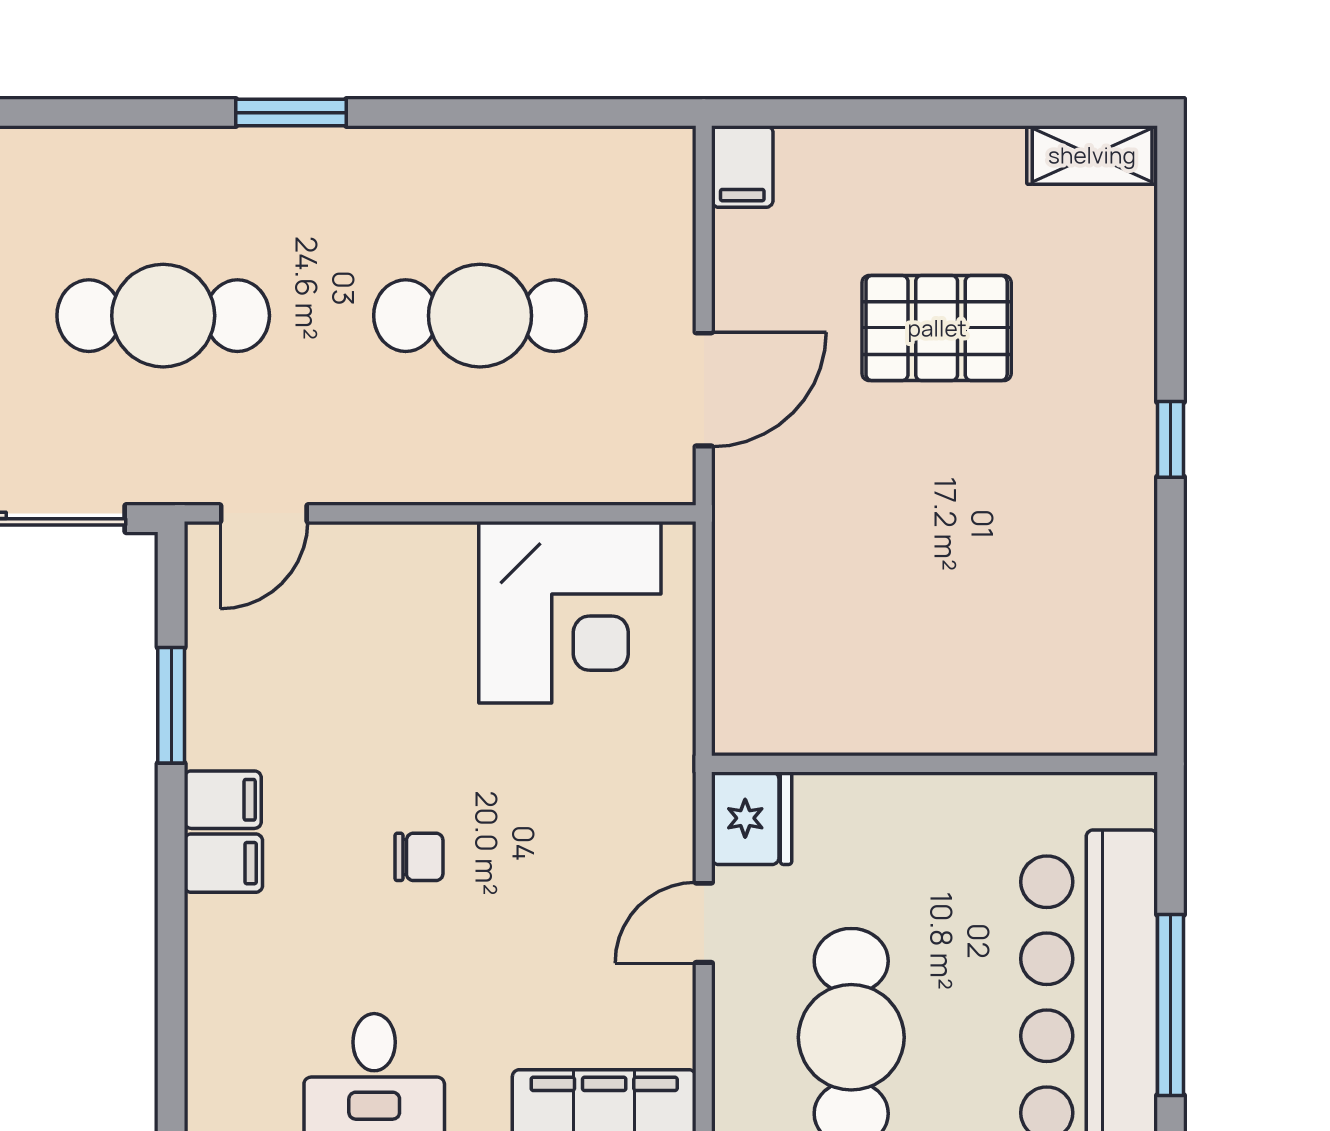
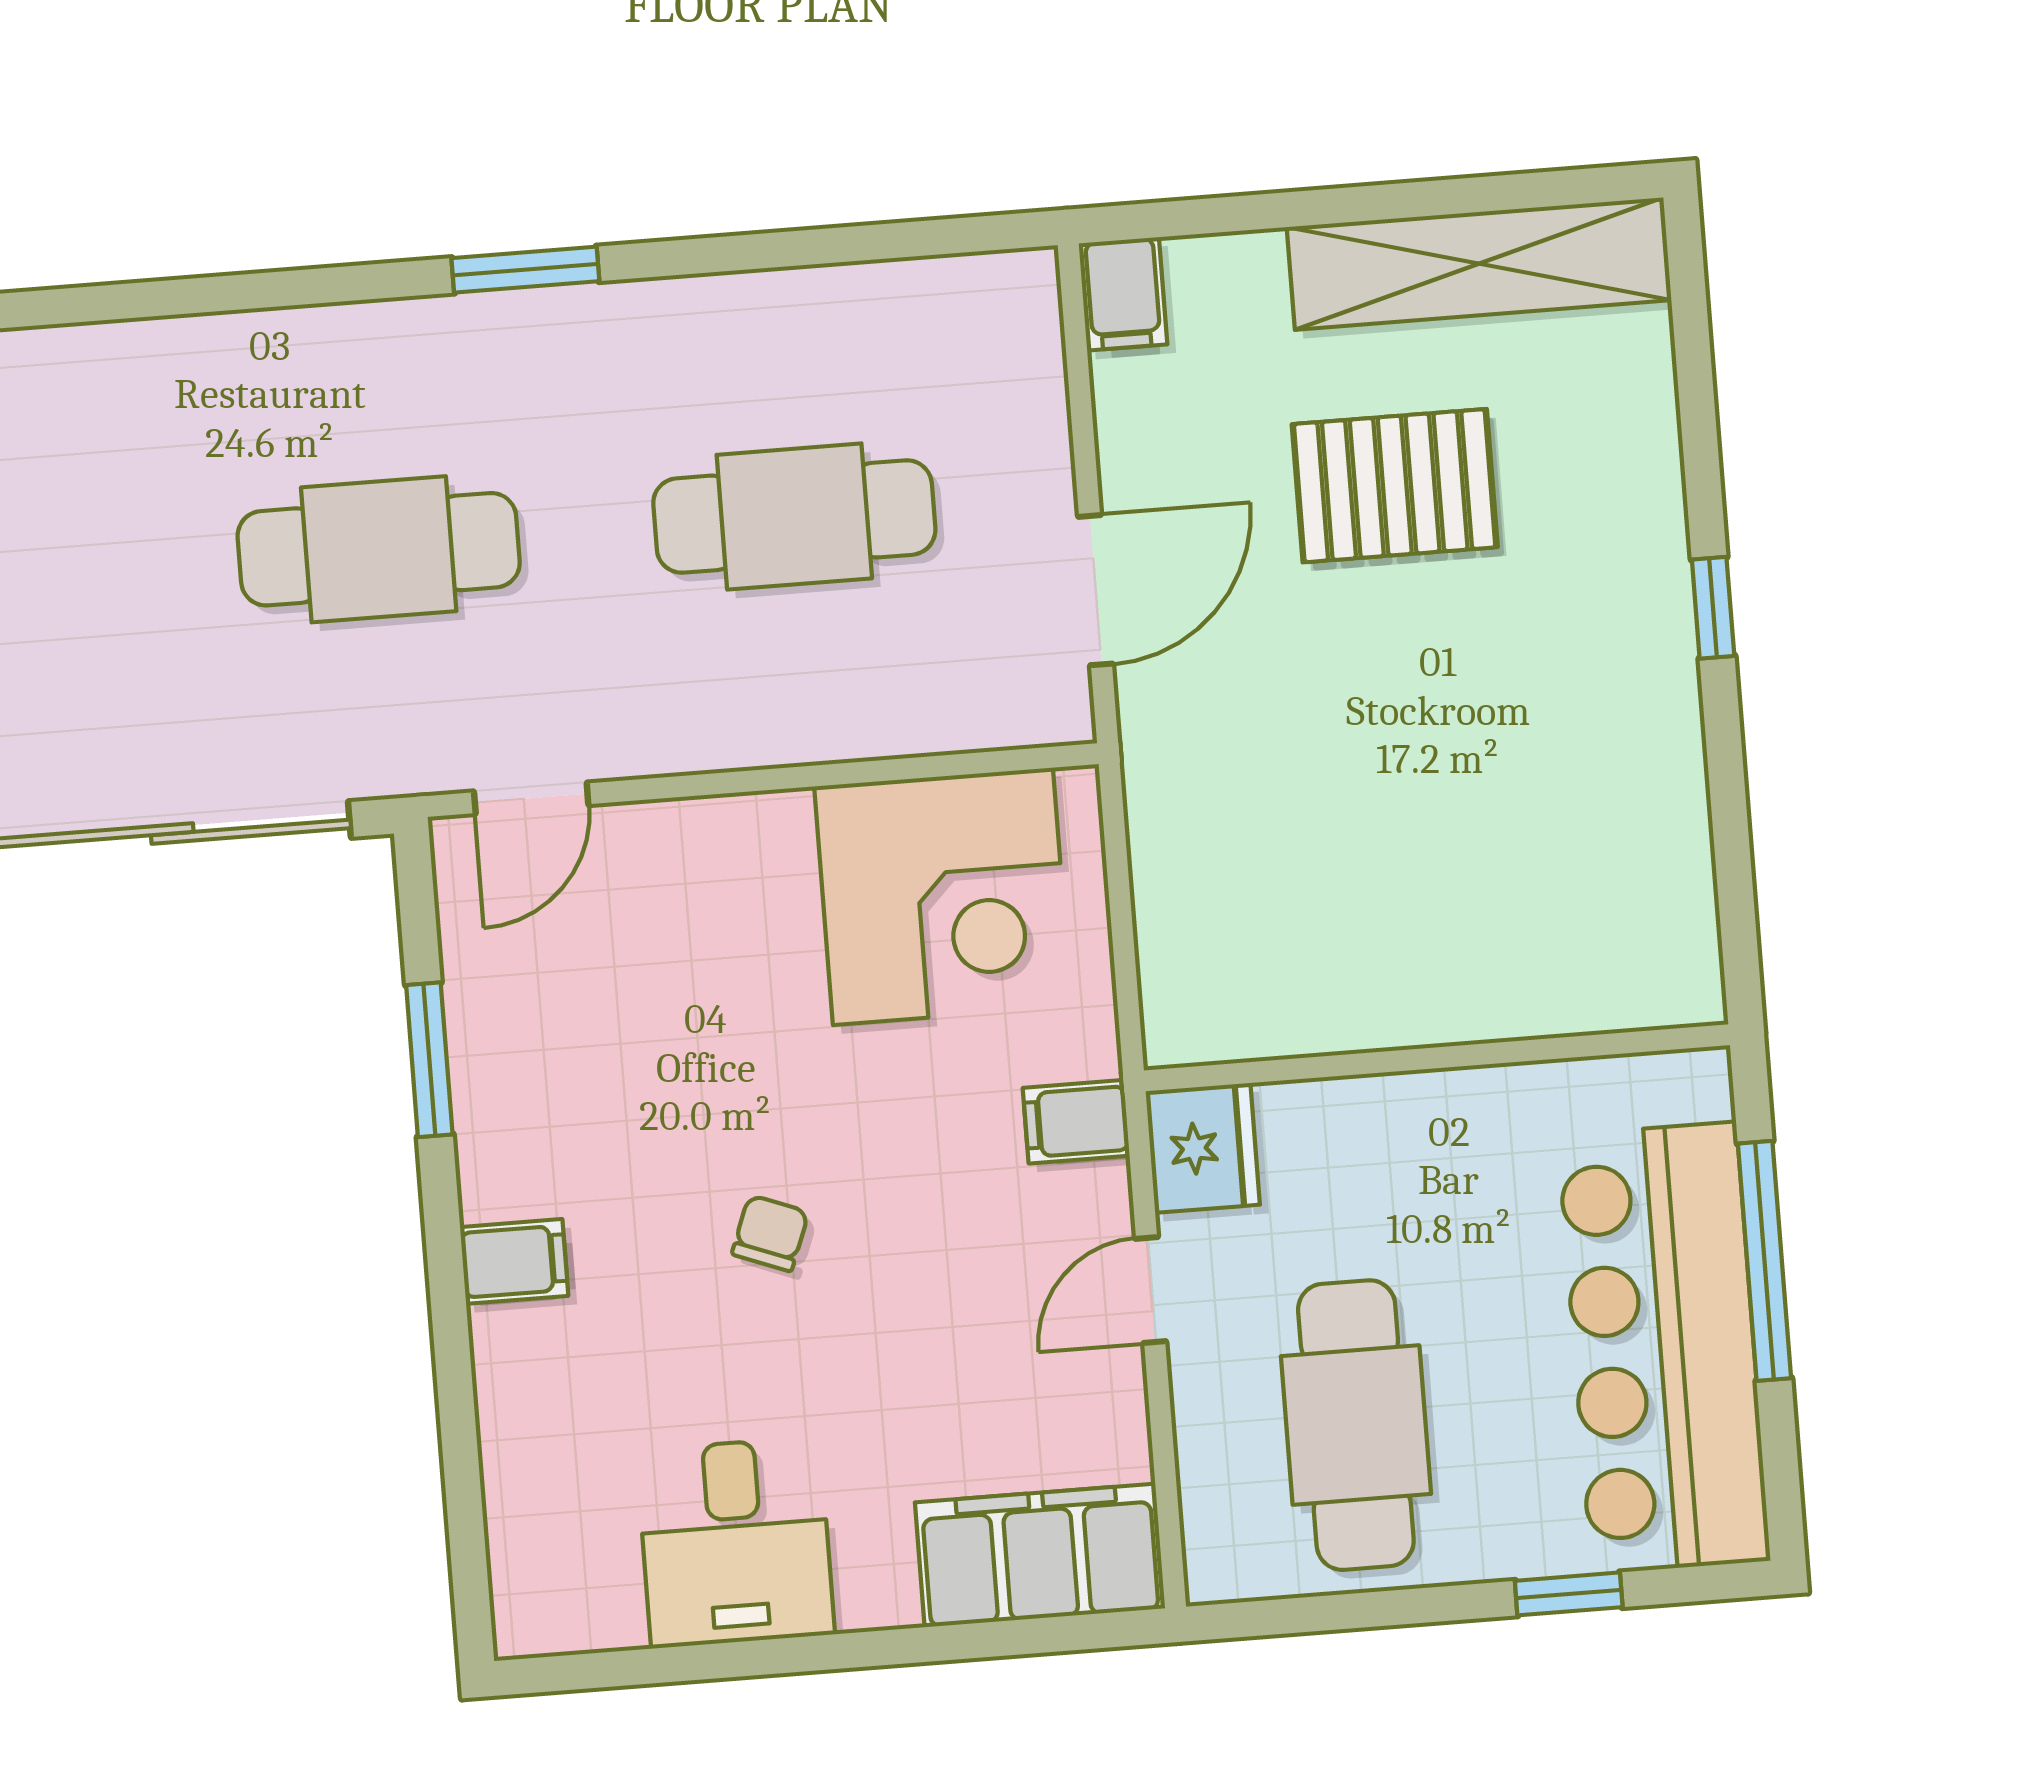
shelving: (1092, 155) -> (1479, 264), width x2.20, depth x1.33
filing cabinet: (223, 800) -> (1076, 1122), moved, turned 180
chair: (419, 857) -> (770, 1233), turned -69
window: (1170, 1005) -> (1764, 1261), moved

